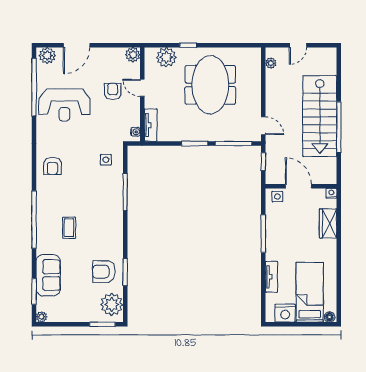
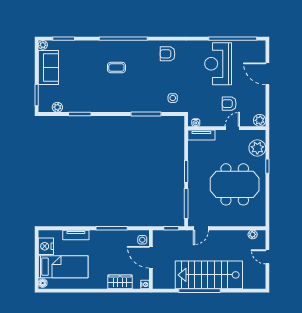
plant: (47, 56) -> (259, 50), removed
armchair: (113, 91) -> (229, 104), turned 180
door: (298, 186) -> (151, 257), swing flipped
armchair: (104, 272) -> (80, 96), removed
sofa: (48, 275) -> (48, 67), moved, turned -90
plant: (112, 304) -> (57, 107), width x0.53, depth x0.53

